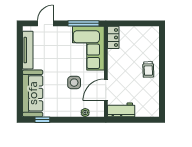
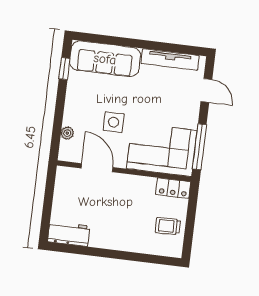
trolley: (148, 69) -> (168, 226), moved
workbench: (121, 110) -> (69, 234), moved, turned -90

